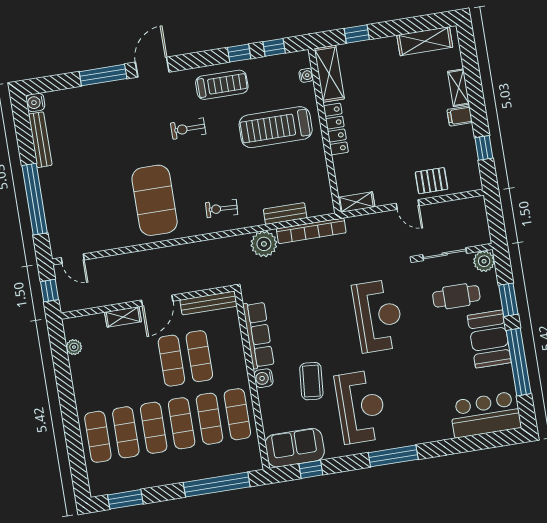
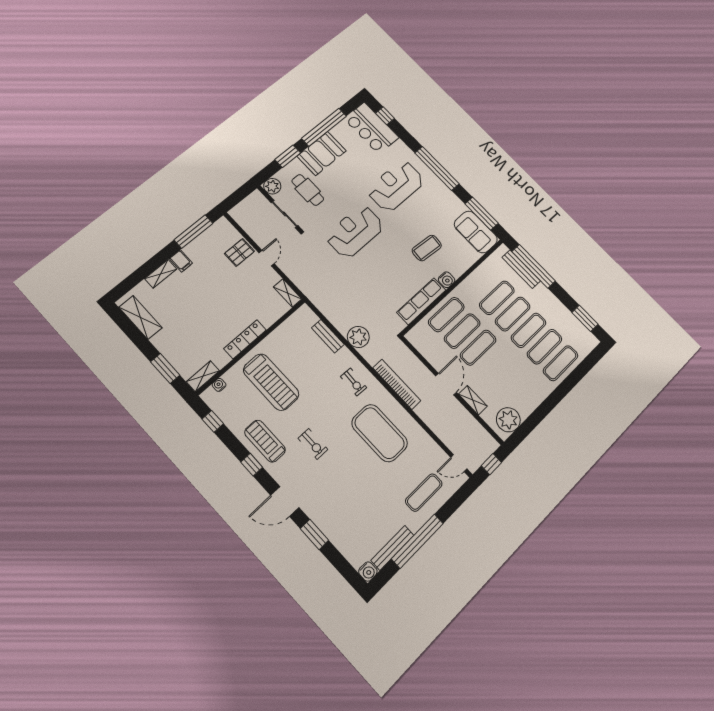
window: (357, 34) -> (165, 368), width x1.50
window: (239, 53) -> (252, 465), moved
shelving: (329, 74) -> (203, 376), width x0.67, depth x0.75
window: (103, 75) -> (314, 534), width x0.69
window: (484, 148) -> (193, 232), width x2.17
pallet: (431, 181) -> (239, 252), turned 90
window: (35, 199) -> (417, 541), moved
exercise mat: (155, 200) -> (380, 433), turned 90
exercise mat: (69, 205) -> (424, 493), added
bookcase: (311, 231) -> (397, 384), moved
door: (73, 259) -> (459, 463), swing flipped
door: (157, 301) -> (446, 384), hinge flipped
bench: (209, 303) -> (521, 269), moved
plant: (74, 347) -> (508, 420), width x1.87, depth x1.87
reception desk: (361, 407) -> (396, 186), moved
exercise mat: (237, 414) -> (446, 315), moved
window: (491, 440) -> (385, 116), added
window: (393, 456) -> (437, 168), width x1.46
window: (311, 469) -> (482, 214), width x2.17

